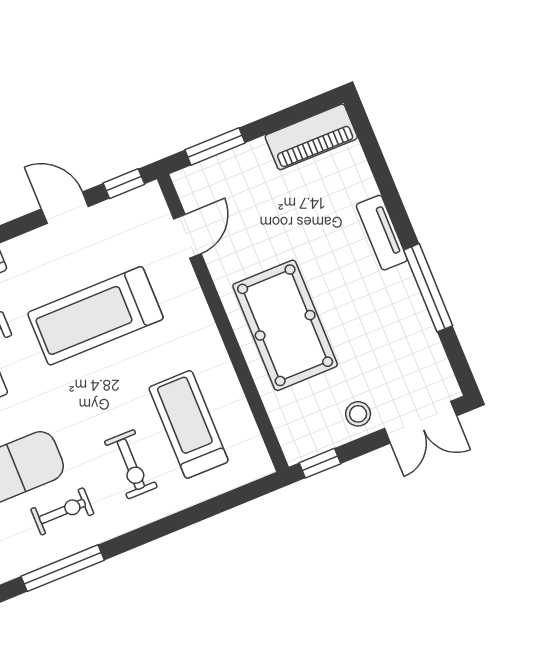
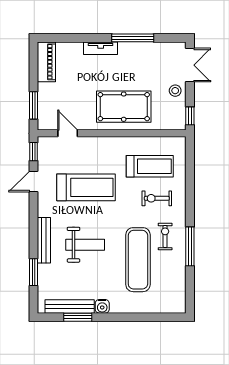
treadmill: (96, 316) -> (86, 187), turned -90
treadmill: (189, 424) -> (150, 166), turned 180
exercise bike: (131, 464) -> (157, 198), turned 180

